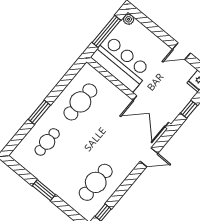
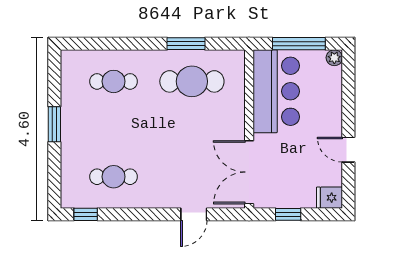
window: (39, 112) -> (186, 44), moved
door: (149, 157) -> (194, 214), hinge flipped
cafe table: (96, 182) -> (114, 177), width x0.73, depth x0.74

